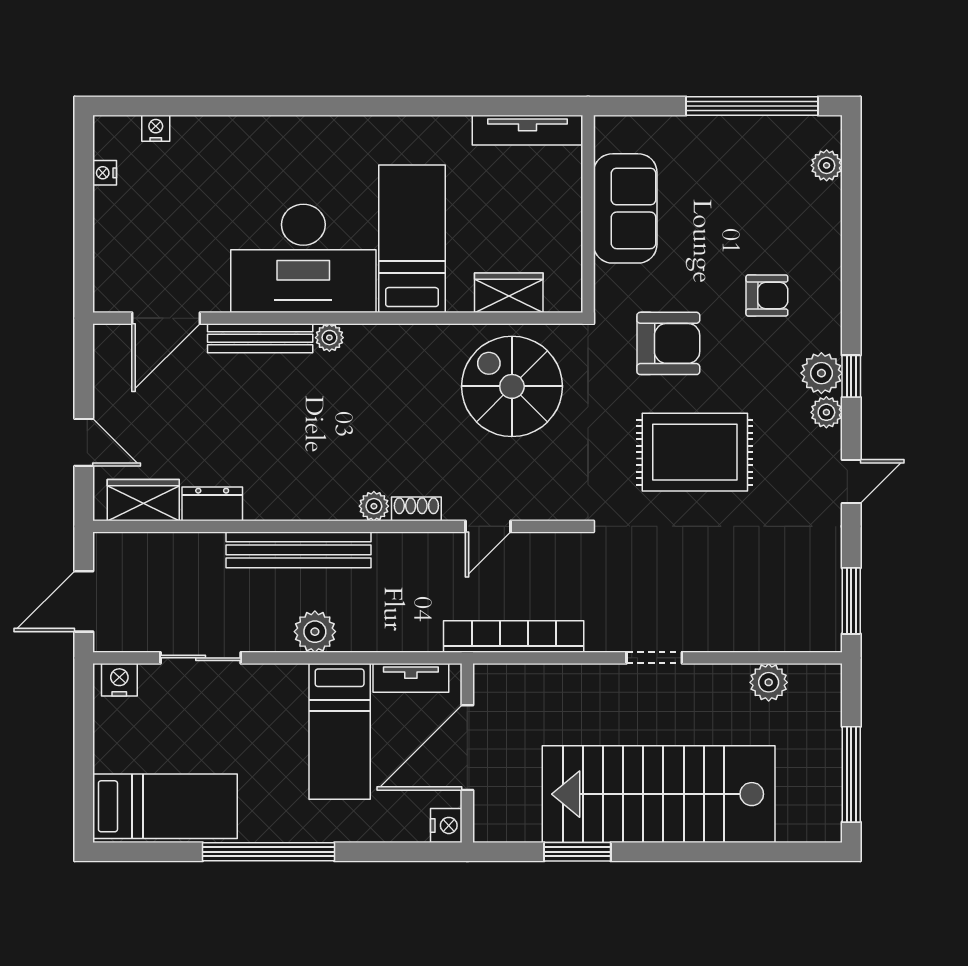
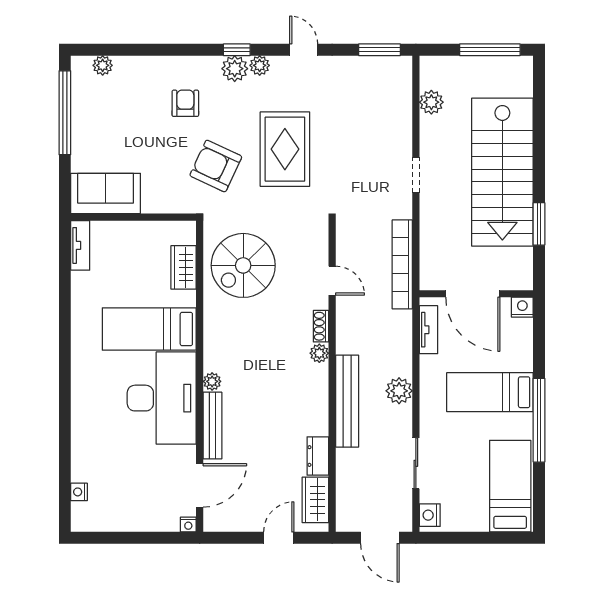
tv unit: (528, 130) -> (80, 245), width x0.71
nightstand: (105, 173) -> (188, 524), moved
sofa: (625, 208) -> (106, 193), moved
door: (166, 318) -> (200, 485), hinge flipped
armchair: (668, 343) -> (216, 166), turned -65
bed: (340, 731) -> (490, 392), moved, turned 180

